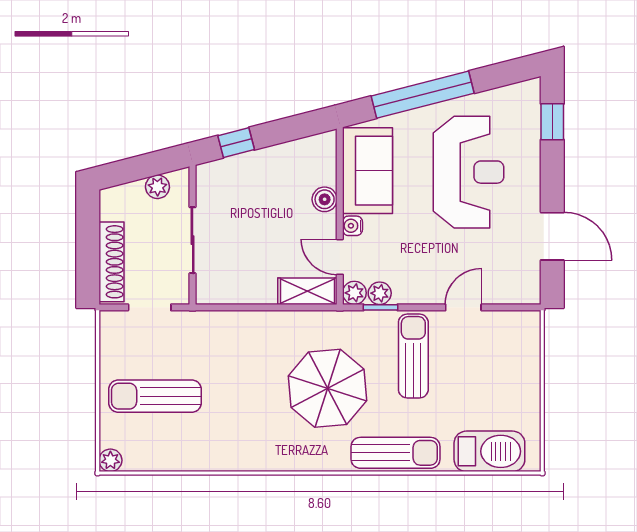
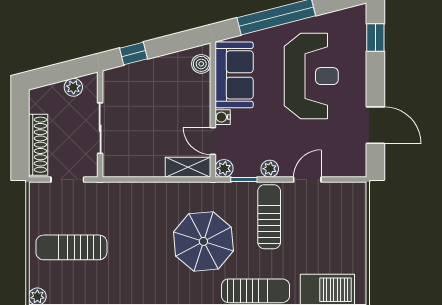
boiler: (325, 199) -> (201, 64), moved
plant: (380, 293) -> (270, 169), moved

